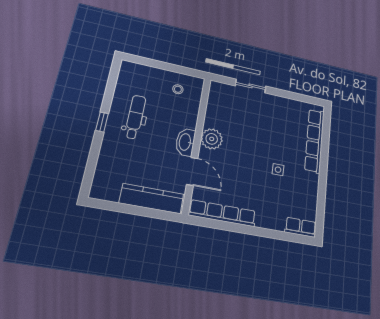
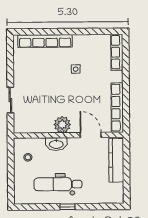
dental chair: (135, 117) -> (58, 184), width x1.36, depth x1.38
washbasin: (185, 142) -> (56, 144), moved
door: (192, 171) -> (91, 135), hinge flipped
row of seats: (301, 227) -> (117, 52), width x1.48

